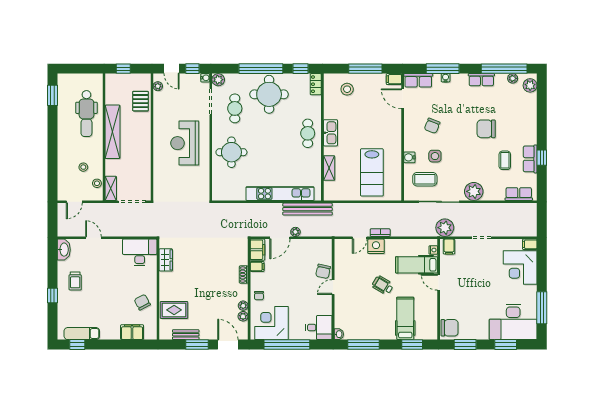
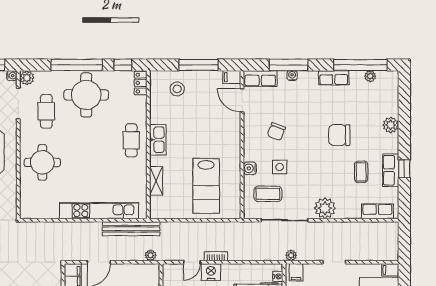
plant: (530, 85) -> (391, 125), moved
plant: (445, 228) -> (291, 255), width x0.53, depth x0.53
plant: (295, 232) -> (151, 255), moved

